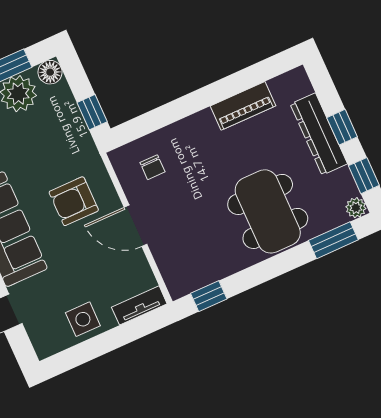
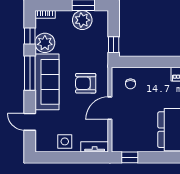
floor lamp: (50, 72) -> (102, 17), removed
door: (135, 226) -> (110, 108), hinge flipped

